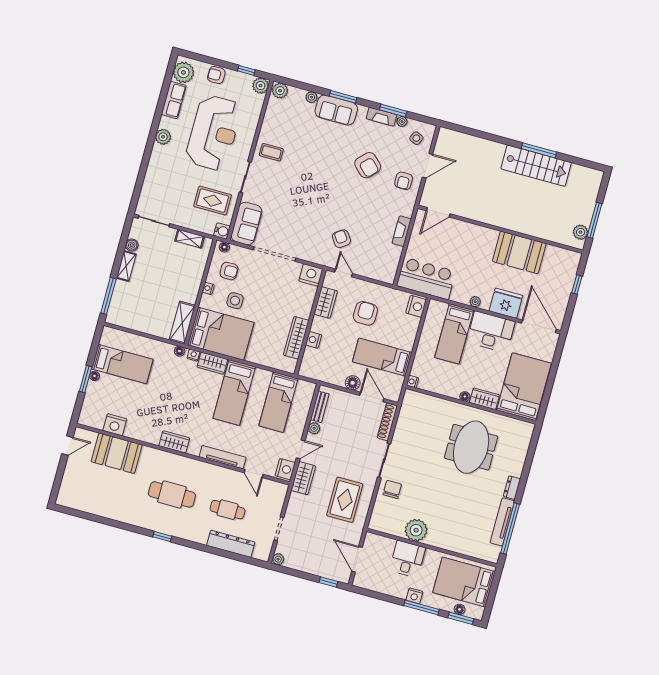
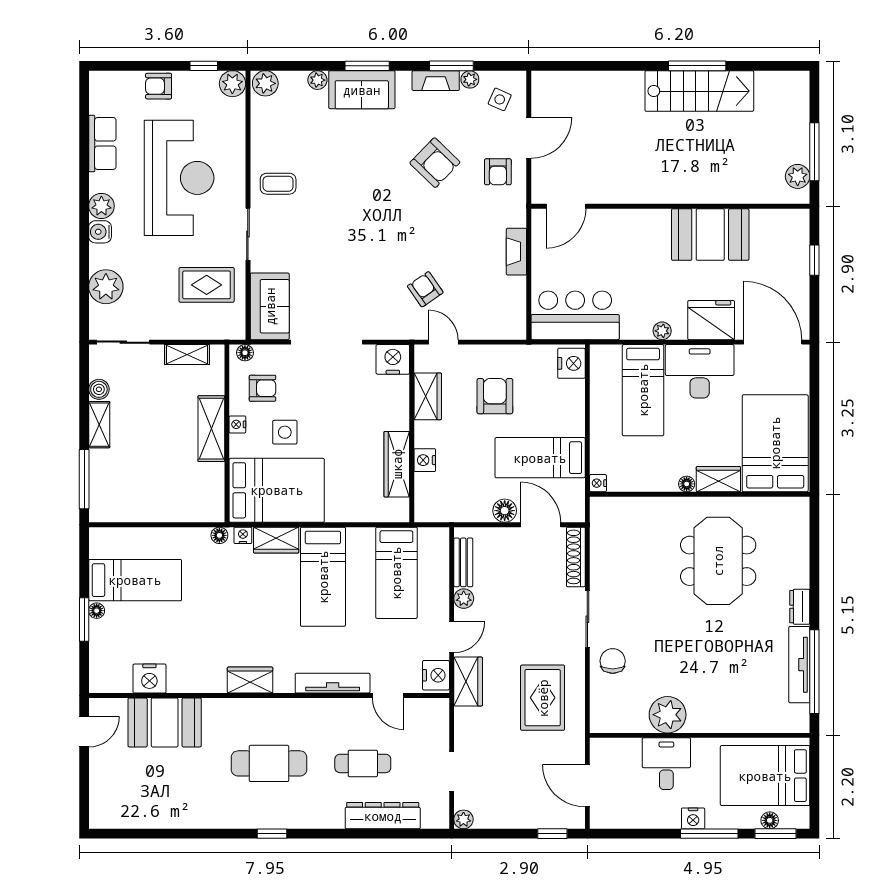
plant: (183, 72) -> (106, 287), moved
water cooler: (222, 231) -> (100, 232), moved, turned 180
shelving: (182, 323) -> (211, 429), moved

